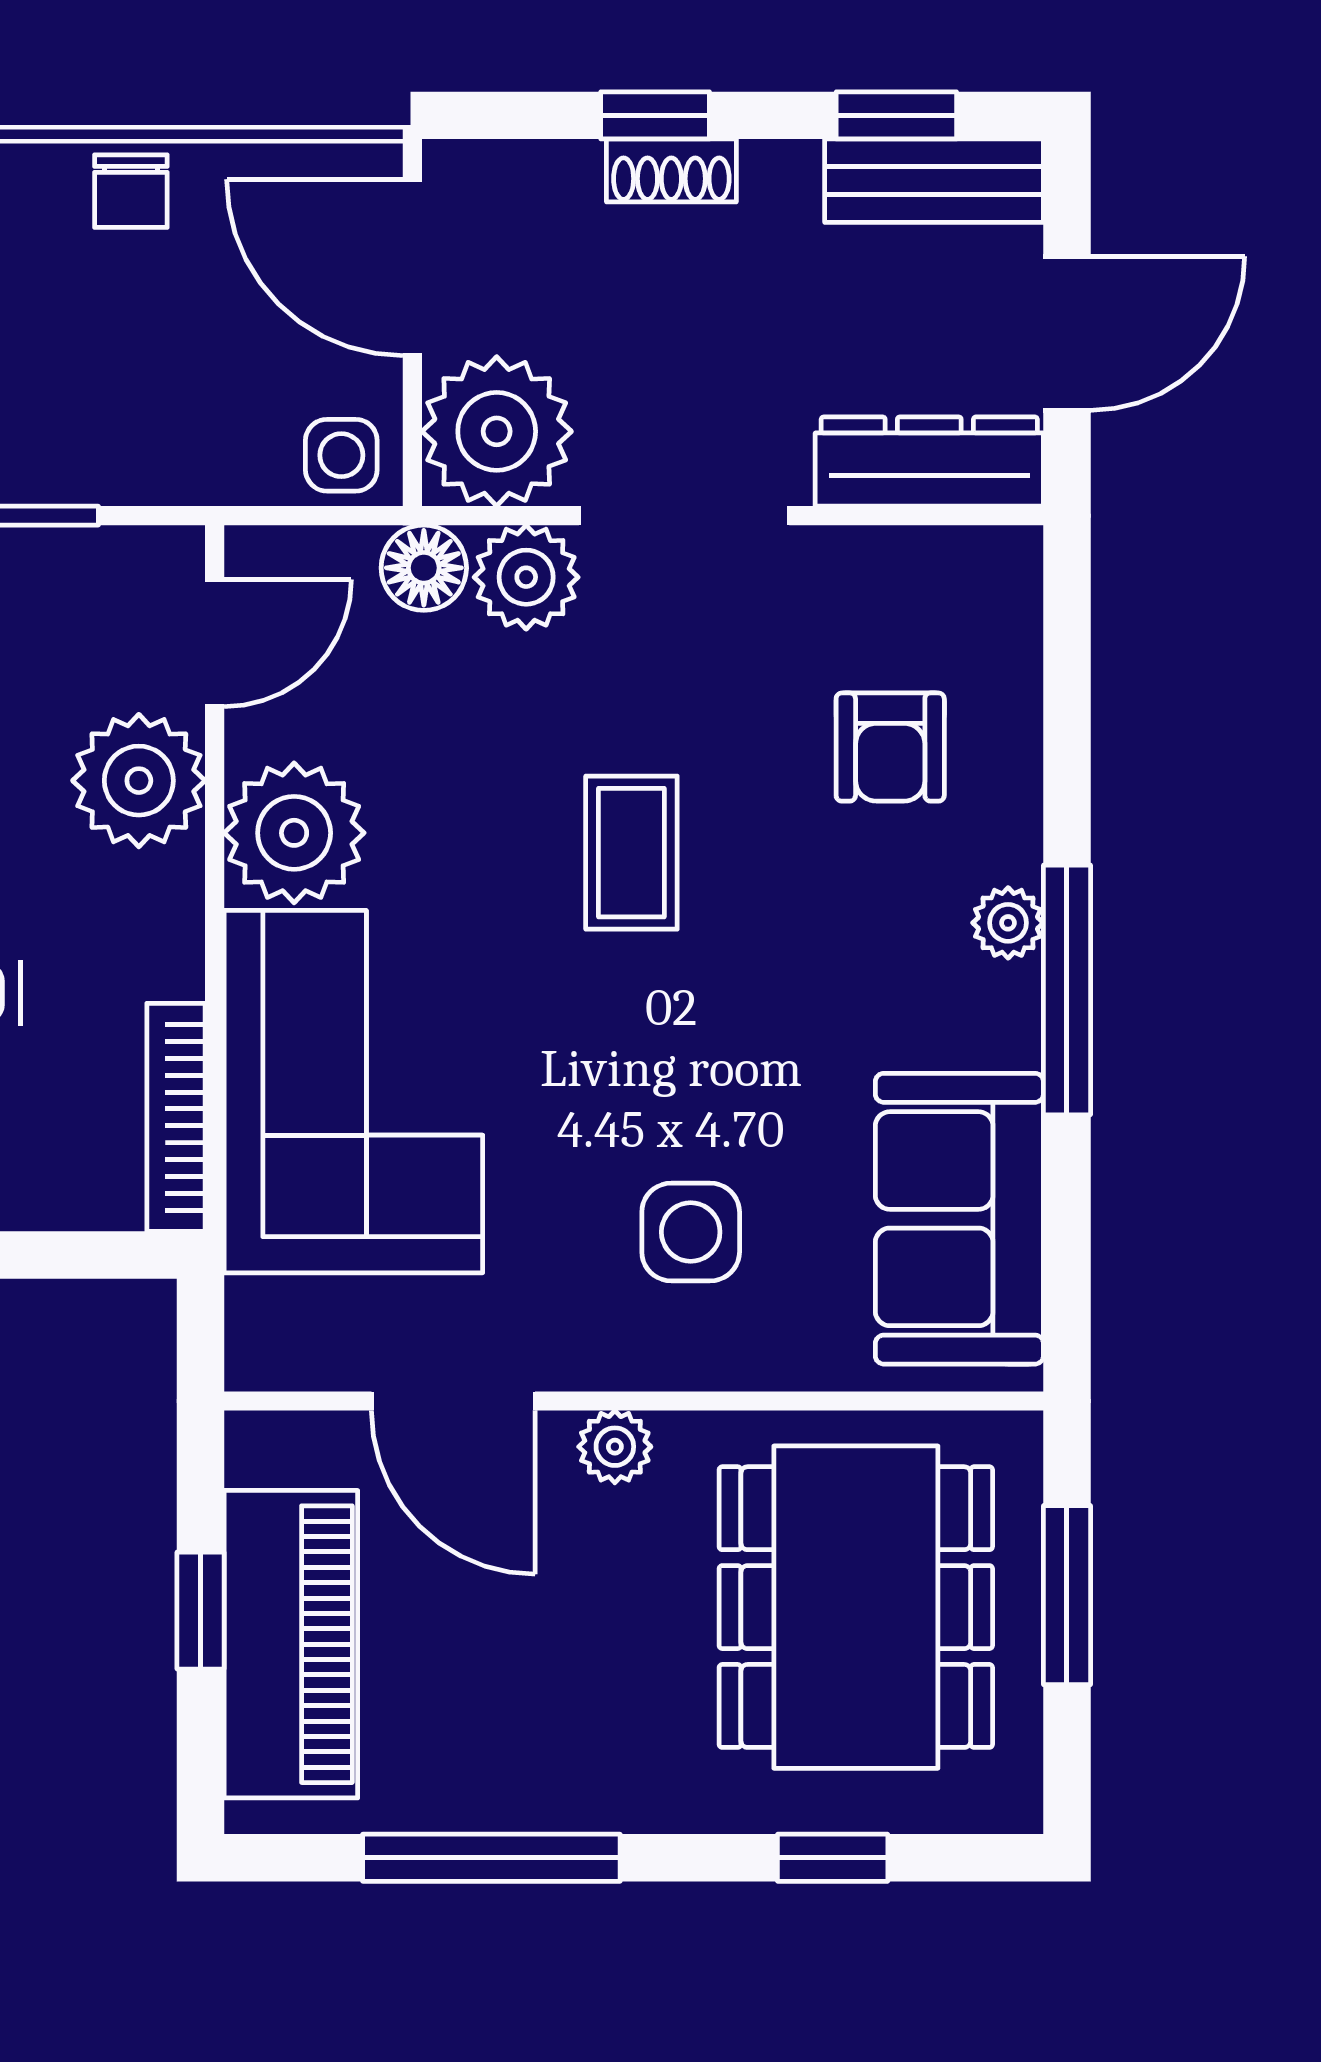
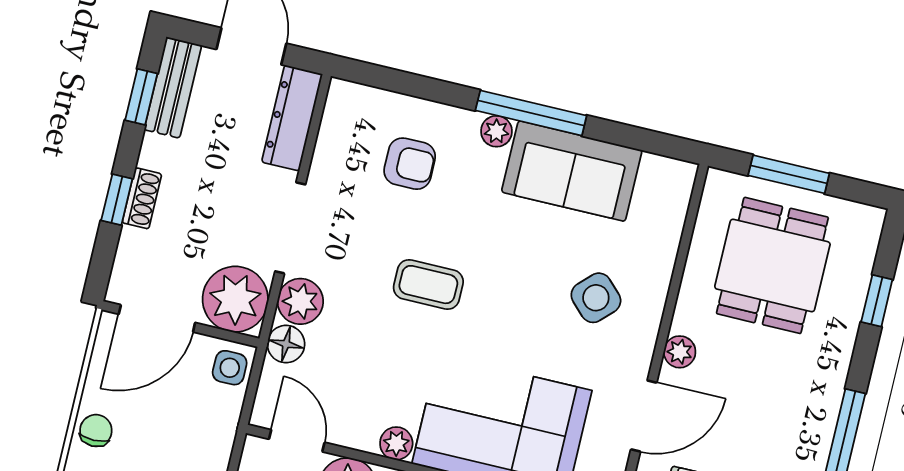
chair: (131, 191) -> (96, 431), turned -90
plant: (294, 833) -> (396, 443), width x0.53, depth x0.53
sofa: (959, 1219) -> (572, 171), moved
side table: (691, 1232) -> (596, 298), turned 45
dining table: (856, 1607) -> (772, 265), width x0.73

